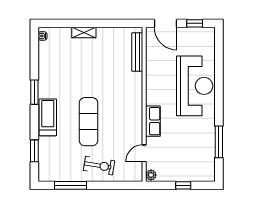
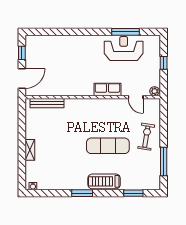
reception desk: (195, 86) -> (124, 48), moved, width x0.74, depth x0.77

